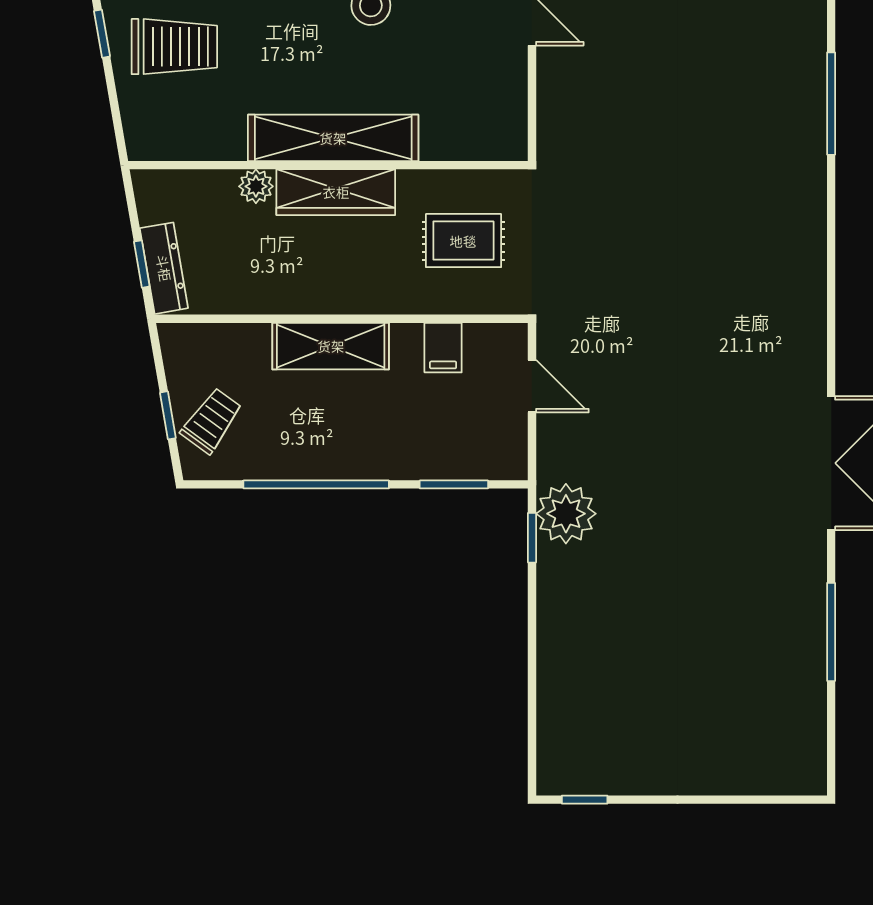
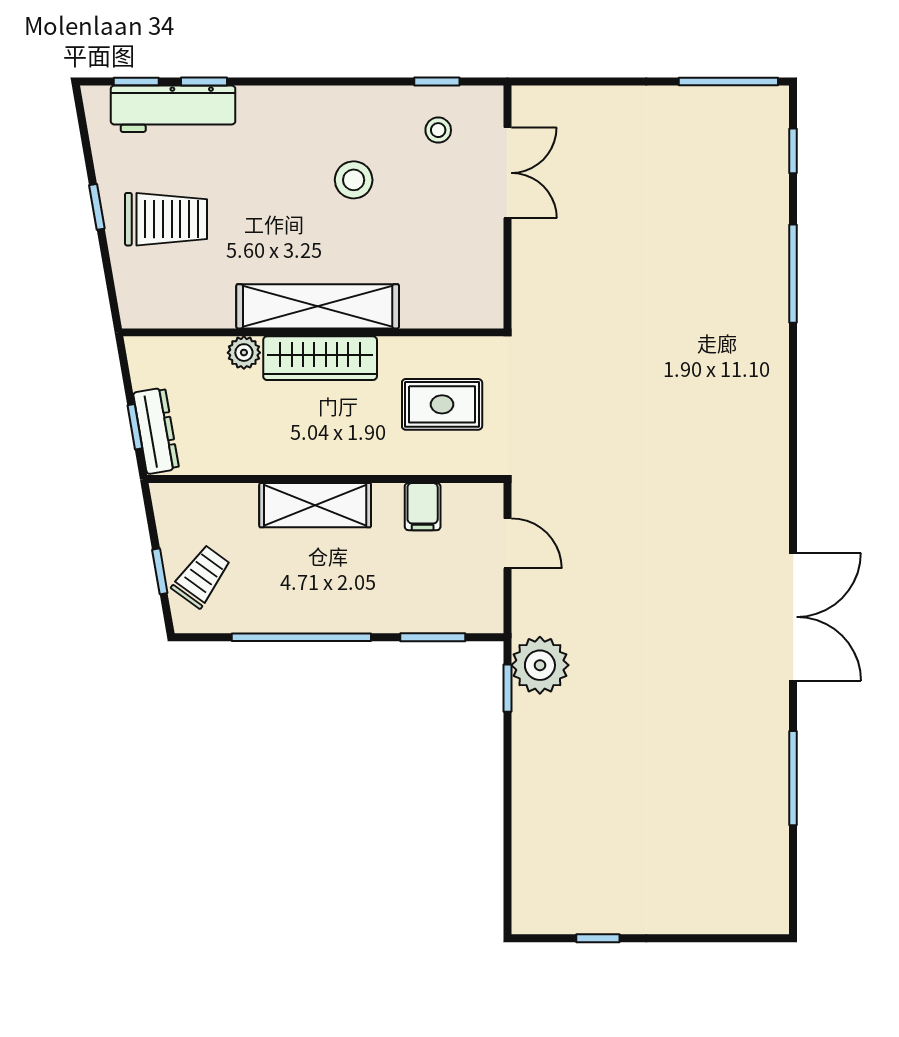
window: (585, 800) -> (598, 938), moved

